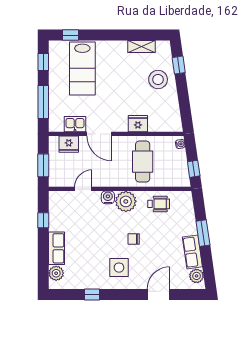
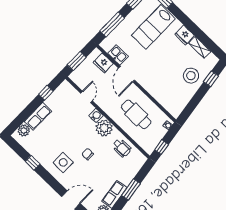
fridge: (138, 124) -> (185, 35), moved, turned 180
cafe table: (143, 162) -> (136, 114), turned 90
door: (83, 189) -> (87, 97), hinge flipped

